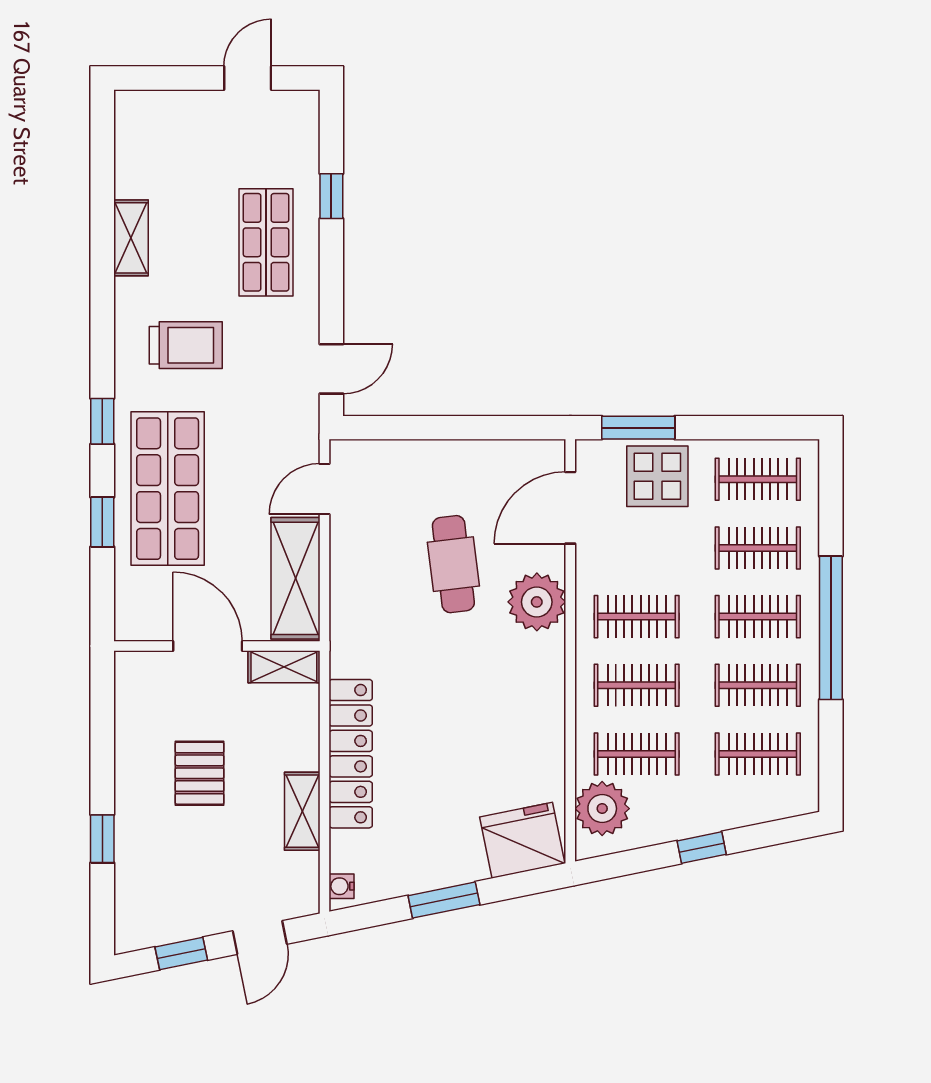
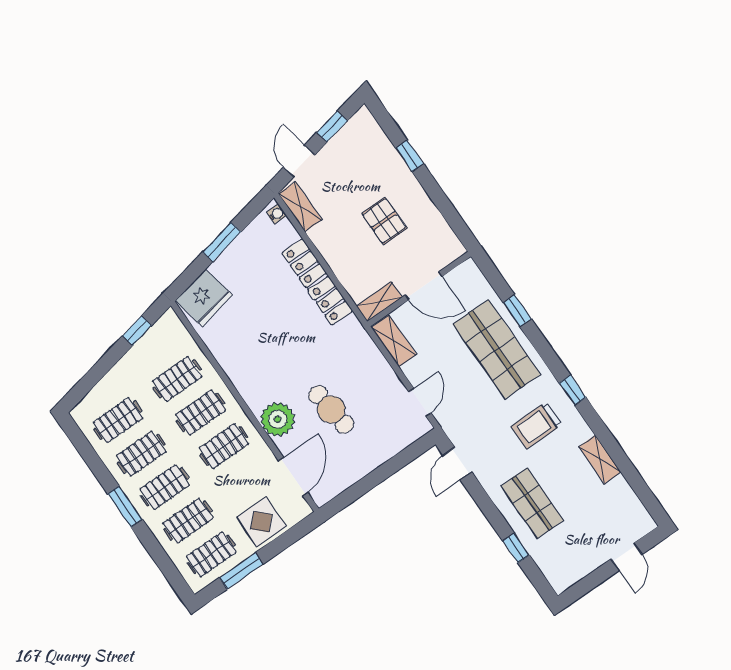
door: (248, 78) -> (627, 557), moved
window: (102, 421) -> (572, 390), moved
window: (638, 428) -> (241, 571), moved
shelving: (295, 578) -> (394, 341), width x0.67, depth x0.75
window: (831, 628) -> (125, 507), width x0.47
plant: (602, 809) -> (175, 341), removed
shelving: (302, 811) -> (300, 207), moved
window: (702, 848) -> (137, 331), moved

